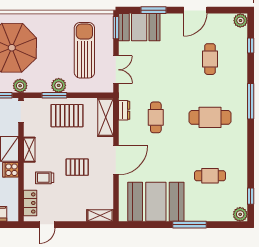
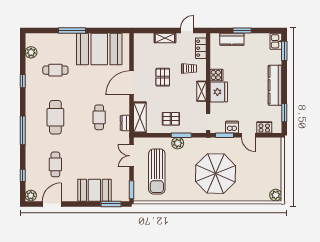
window: (154, 10) -> (111, 204), moved
door: (195, 10) -> (52, 204), moved
booth: (139, 27) -> (94, 190), moved
plant: (20, 86) -> (209, 143), removed
pallet: (67, 116) -> (171, 119), width x0.67, depth x0.71
cafe table: (210, 117) -> (55, 117), turned 90
pallet: (77, 167) -> (163, 77), turned 90
window: (251, 196) -> (23, 81), moved
plant: (240, 214) -> (31, 52), moved
shelving: (100, 216) -> (165, 38), moved

